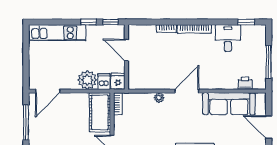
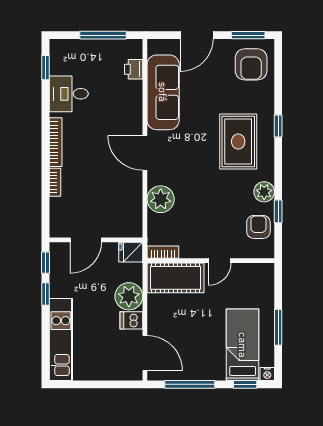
dishwasher: (104, 82) -> (131, 320), moved
plant: (159, 98) -> (161, 199), width x1.88, depth x1.88

